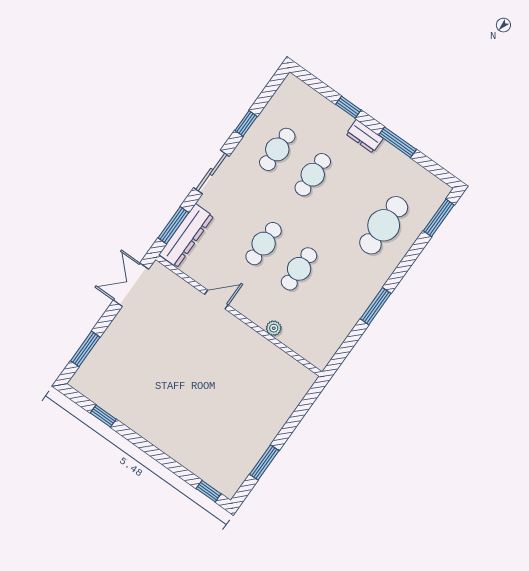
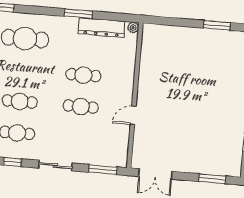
dresser: (186, 235) -> (102, 27), moved, turned 180
door: (216, 300) -> (133, 115), hinge flipped
plant: (274, 328) -> (133, 27), moved

